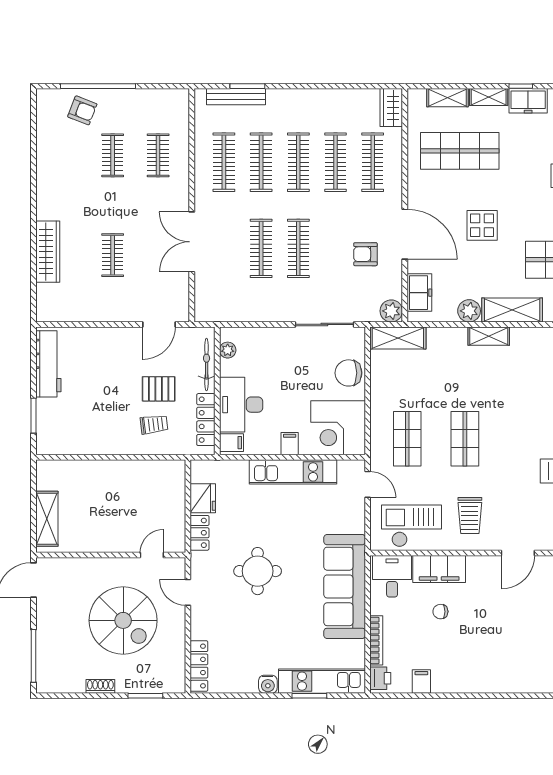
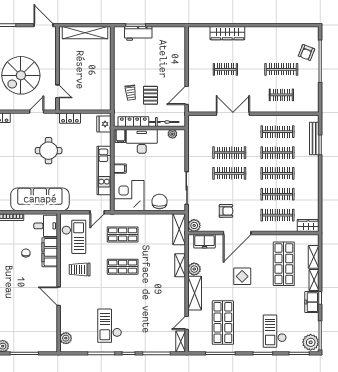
clothes rail: (113, 155) -> (281, 69), width x1.36
armchair: (365, 254) -> (226, 211), turned 90
door: (159, 324) -> (187, 95), hinge flipped
shelving: (489, 336) -> (180, 265), moved
workbench: (48, 364) -> (138, 33), moved, width x0.73
fridge: (203, 498) -> (104, 124), moved, turned 90
shelving: (47, 519) -> (85, 33), width x1.47

